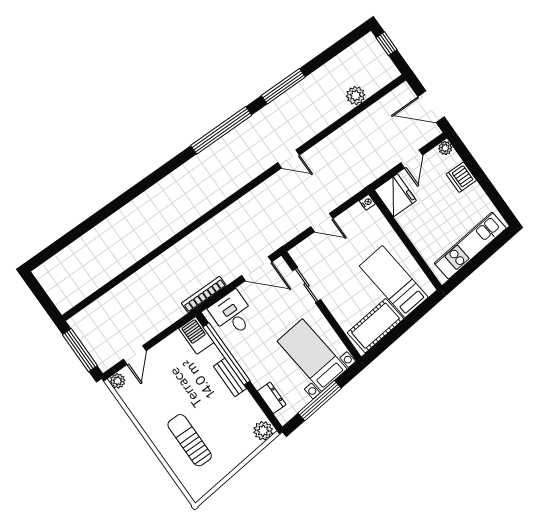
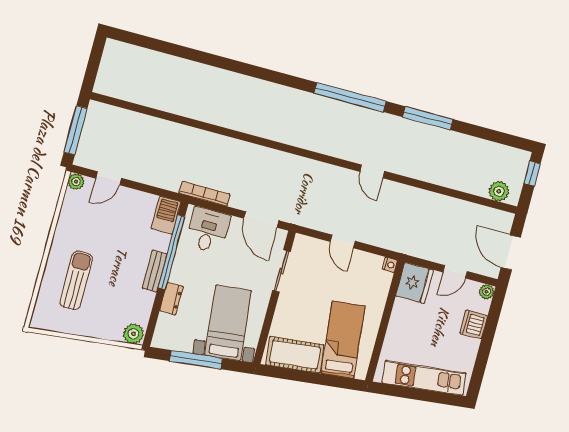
plant: (356, 96) -> (499, 191), moved
dresser: (272, 398) -> (171, 299), moved

